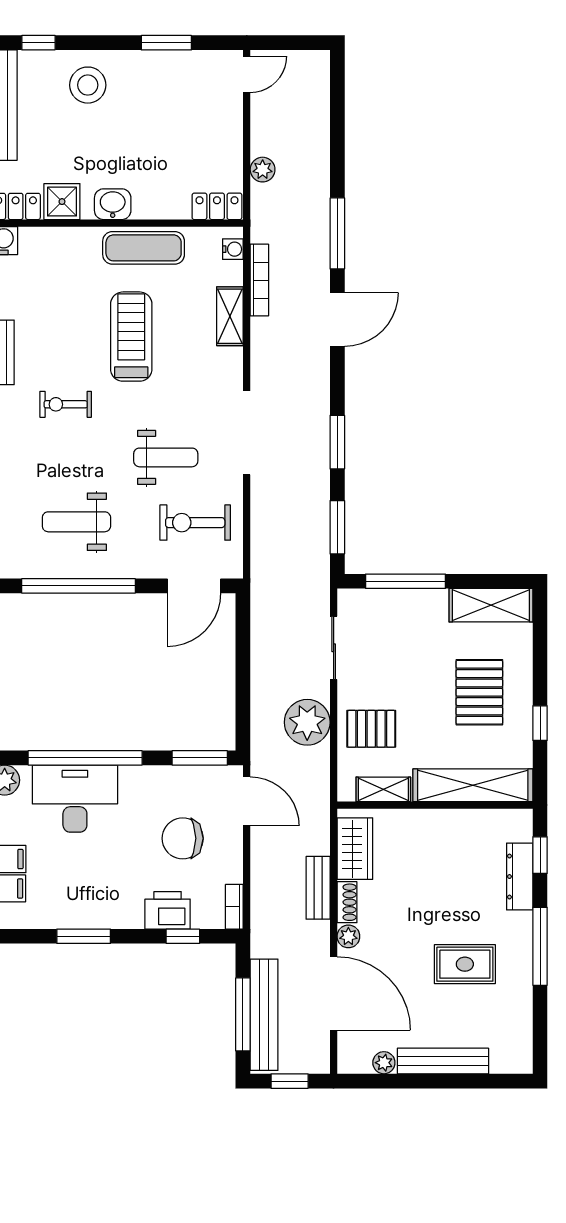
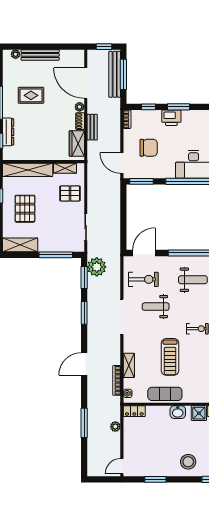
window: (337, 233) -> (84, 423), moved
plant: (307, 722) -> (97, 267), moved
printer: (168, 910) -> (171, 118), moved
window: (84, 936) -> (178, 107), moved
plant: (384, 1063) -> (16, 54), moved

